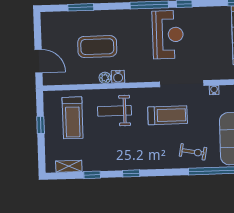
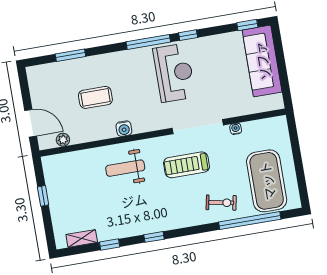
coffee table: (97, 47) -> (95, 97), width x0.73, depth x0.76
plant: (105, 78) -> (63, 140), moved
treadmill: (168, 115) -> (186, 165), turned 180
treadmill: (73, 118) -> (78, 183), removed

